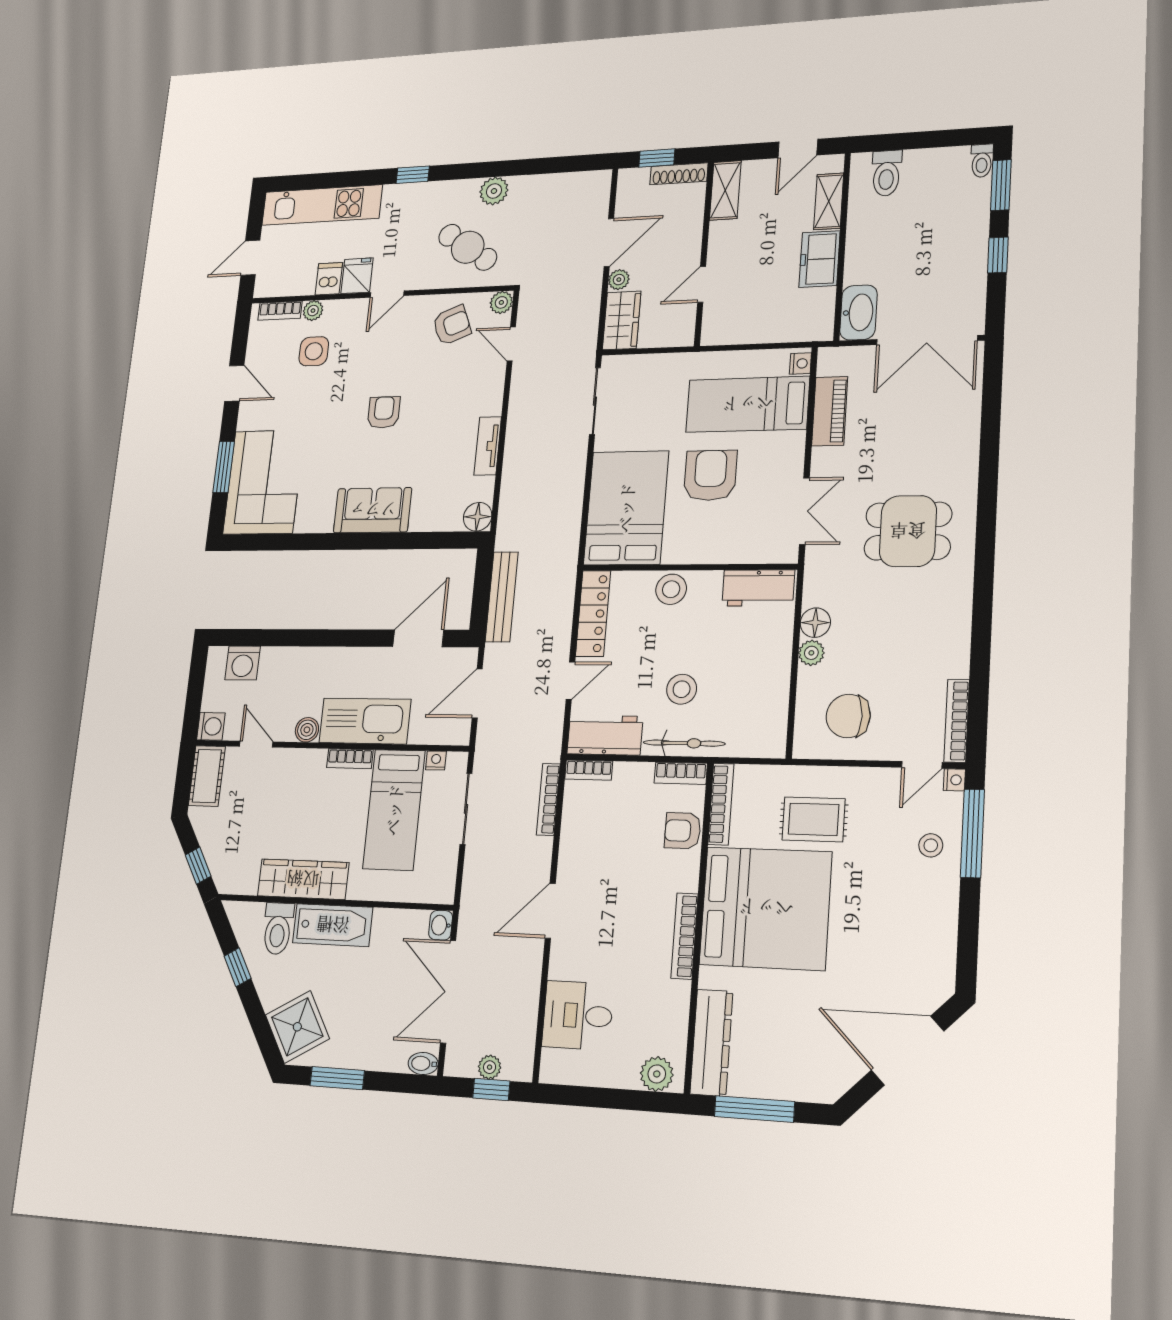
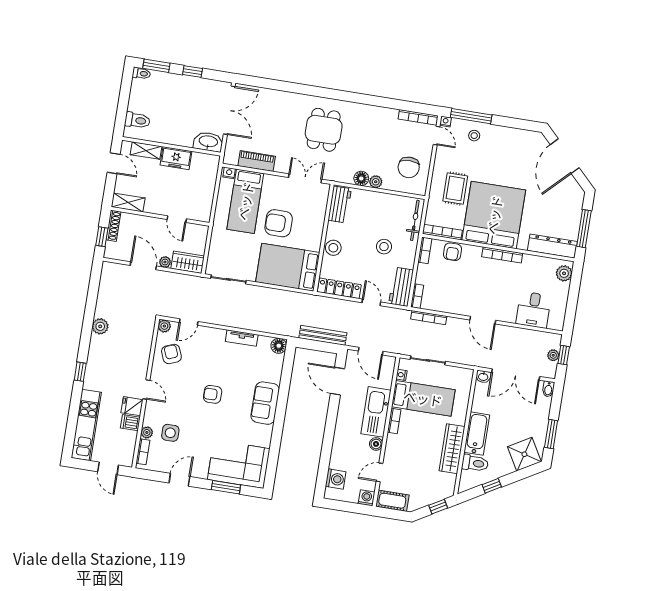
cafe table: (468, 247) -> (129, 343), removed
bicycle: (684, 743) -> (415, 220), moved

